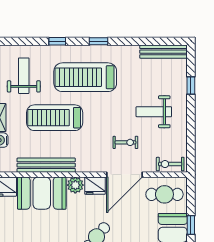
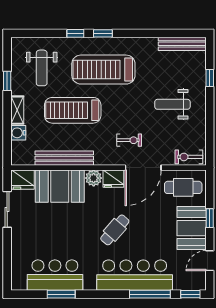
window: (98, 41) -> (103, 33), moved
weight bench: (24, 76) -> (42, 68), turned 180
exercise bike: (125, 142) -> (129, 140), moved

